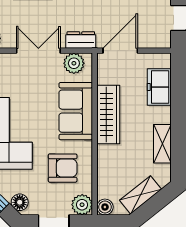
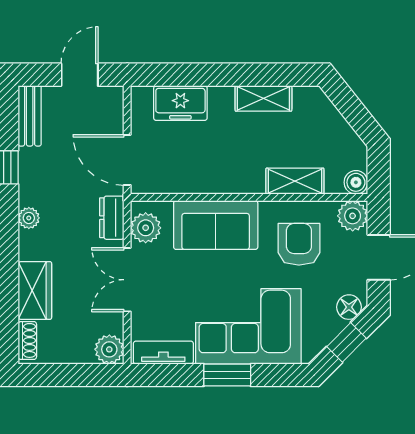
wardrobe: (108, 115) -> (221, 177), removed
shelving: (140, 195) -> (295, 181), moved, turned -52

